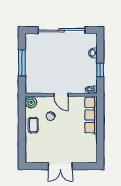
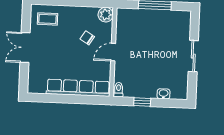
sliding door: (62, 30) -> (193, 56), width x0.54
row of seats: (91, 115) -> (78, 88), width x1.36
coffee table: (33, 125) -> (47, 19), moved

